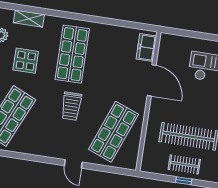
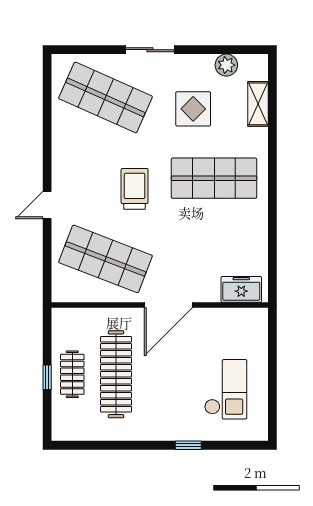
door: (152, 80) -> (168, 305), moved
trolley: (71, 106) -> (135, 189), turned 90

